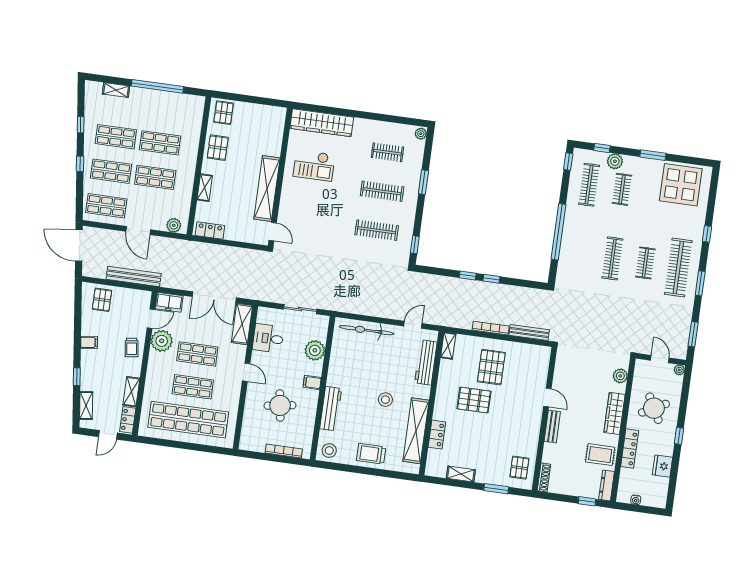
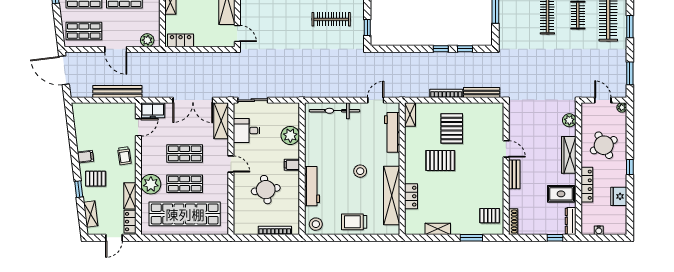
window: (468, 275) -> (465, 49), moved
pallet: (102, 300) -> (96, 179), moved, turned 90
sliding door: (300, 309) -> (253, 100), moved
plant: (162, 341) -> (151, 184), moved
pallet: (519, 468) -> (490, 216), turned 90

